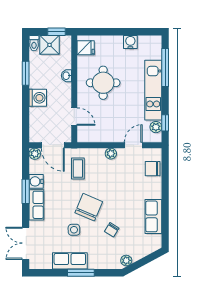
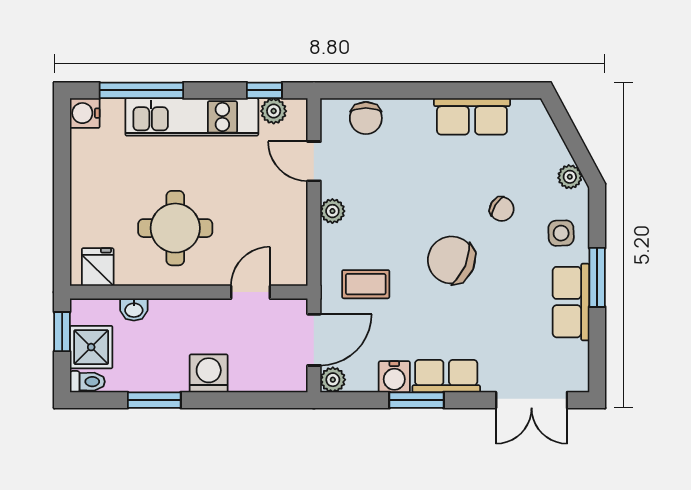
water cooler: (130, 42) -> (85, 113), moved
washbasin: (66, 76) -> (134, 310), moved
side table: (74, 230) -> (561, 233), moved

